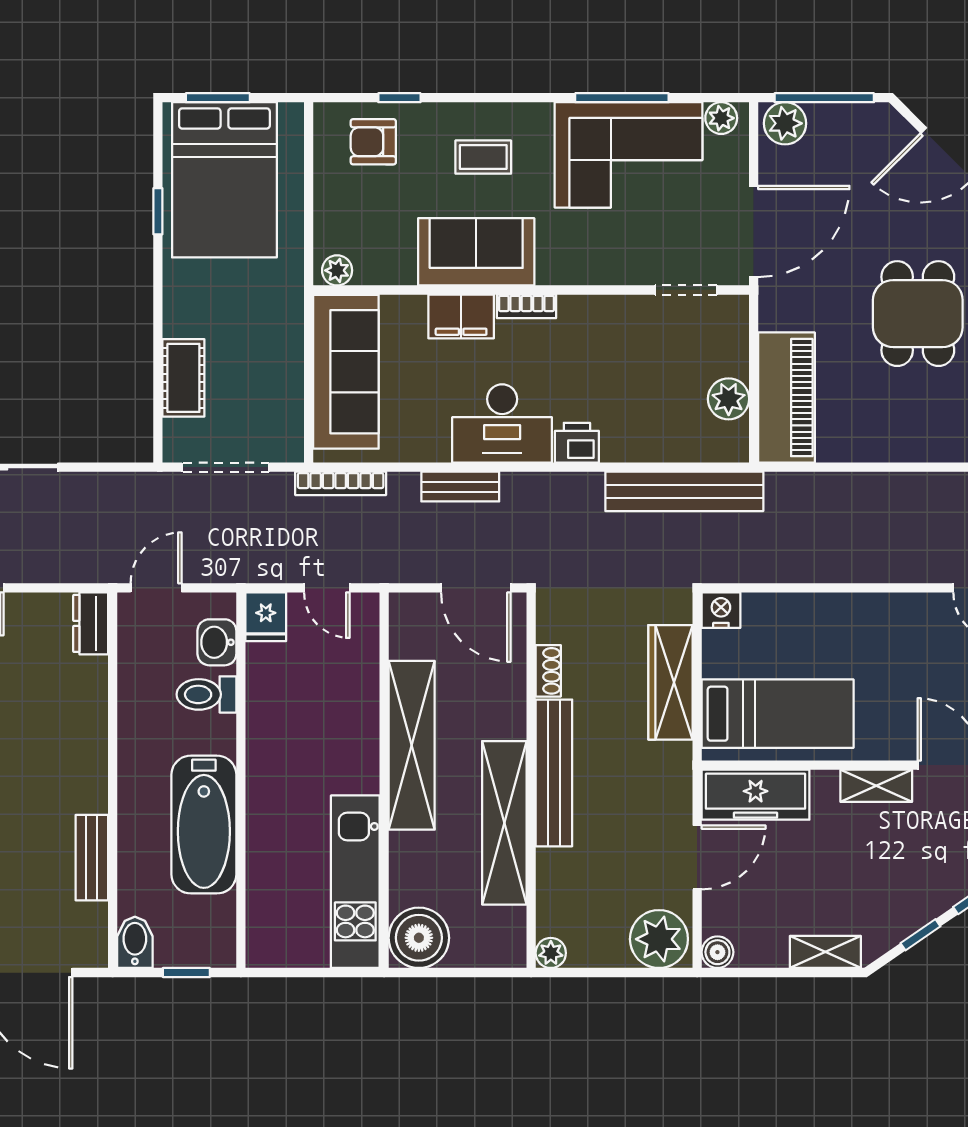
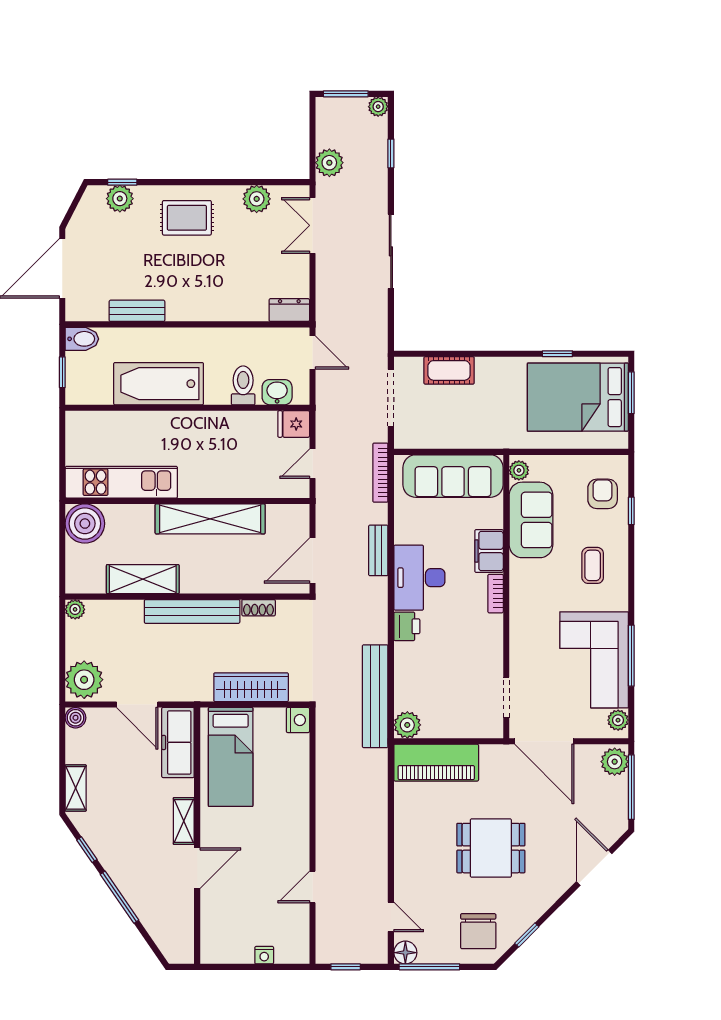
sofa: (476, 252) -> (531, 520), moved
plant: (729, 399) -> (407, 725), moved
shelving: (504, 823) -> (143, 579), width x0.68

